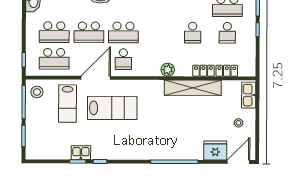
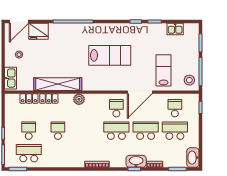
school desk: (54, 59) -> (175, 108), width x0.54
lab bench: (112, 108) -> (110, 55), moved, turned 180
kitchen sink: (81, 153) -> (175, 29), moved

